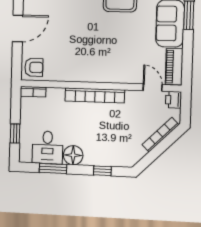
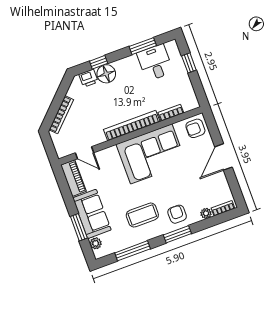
corner sofa: (87, 60) -> (151, 154), added
bookcase: (33, 92) -> (171, 113), moved
printer: (173, 100) -> (88, 78), moved, turned 90
floor lamp: (73, 155) -> (106, 74), moved

